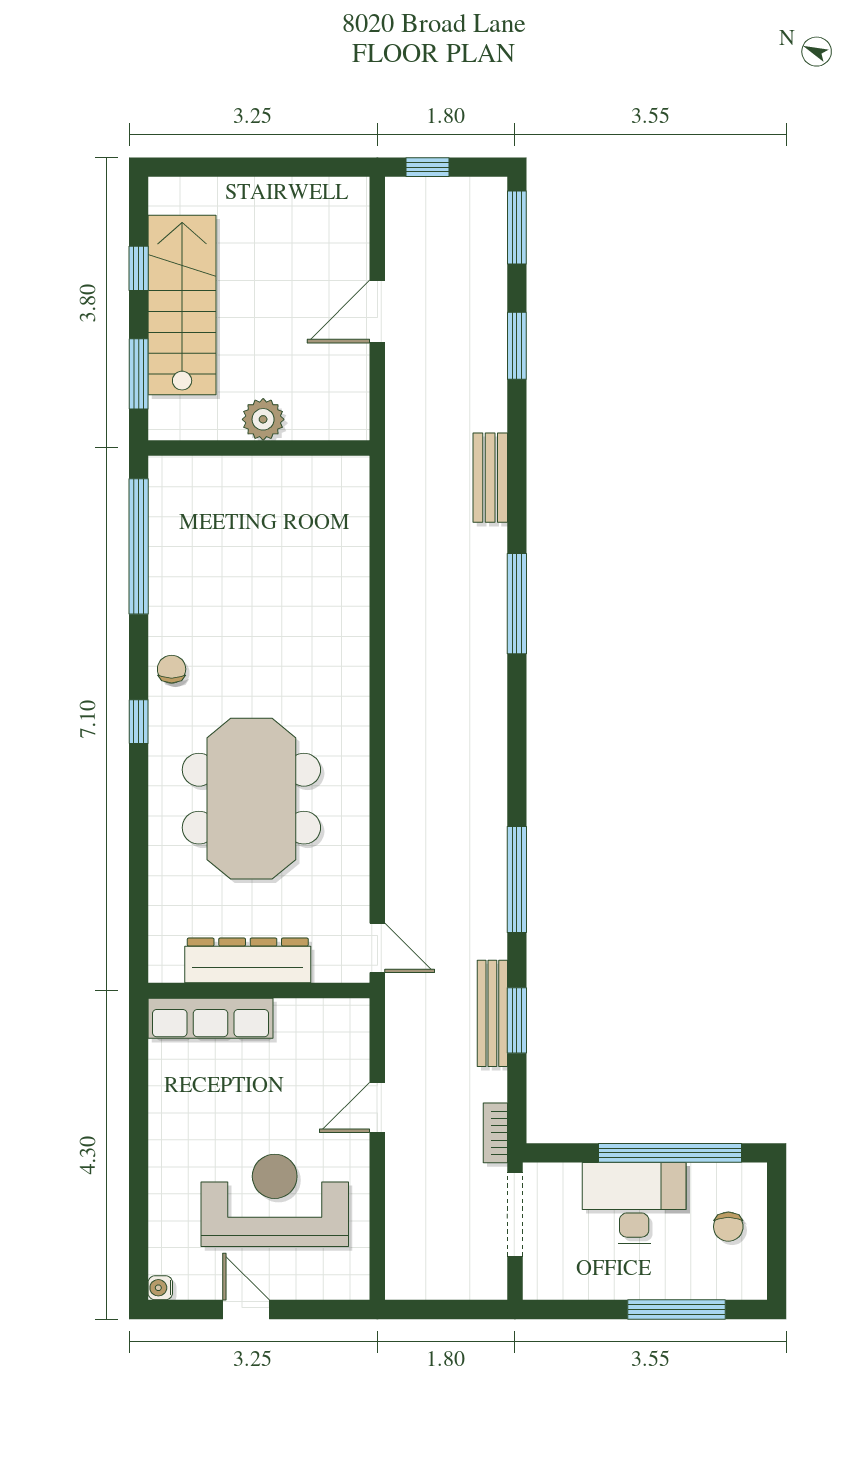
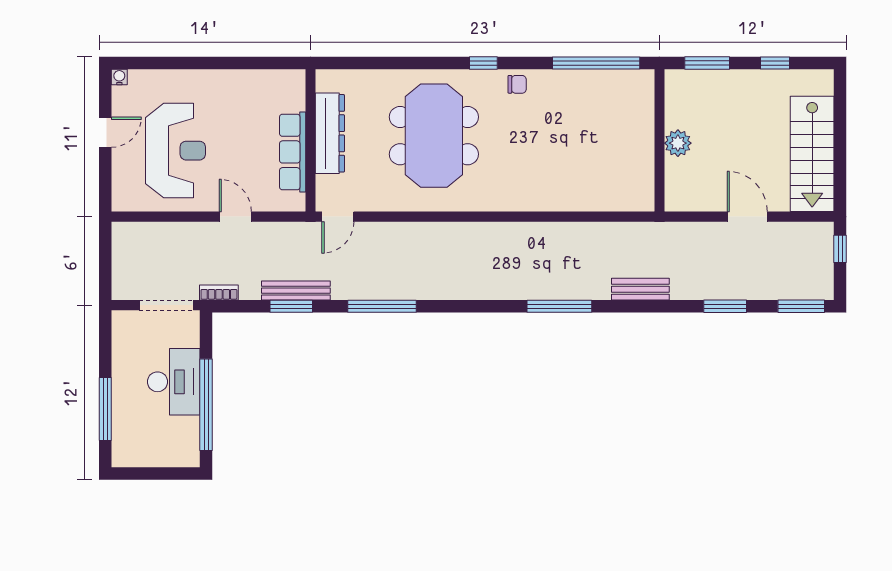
stairs: (182, 305) -> (812, 154), moved, turned 90
meeting table: (251, 799) -> (434, 136), turned 90
row of seats: (210, 1018) -> (293, 152), moved
chair: (728, 1227) -> (159, 442), removed

